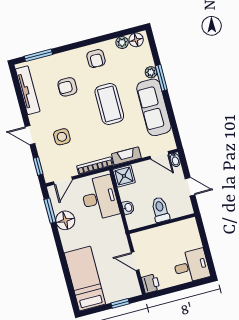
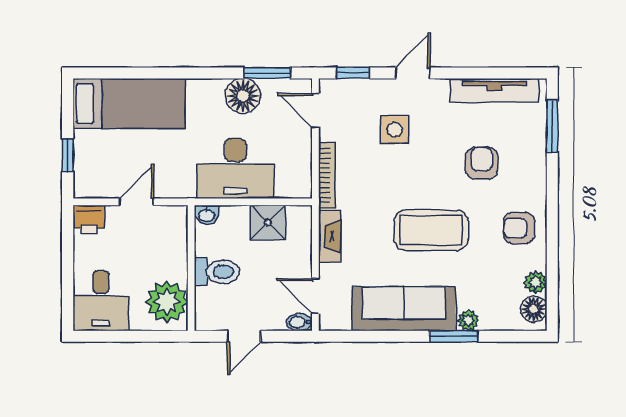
door: (159, 155) -> (315, 296), hinge flipped
shower: (124, 176) -> (268, 223), moved
desk: (100, 198) -> (235, 169), moved
washbasin: (128, 207) -> (207, 215), moved
plant: (183, 232) -> (167, 302), added

